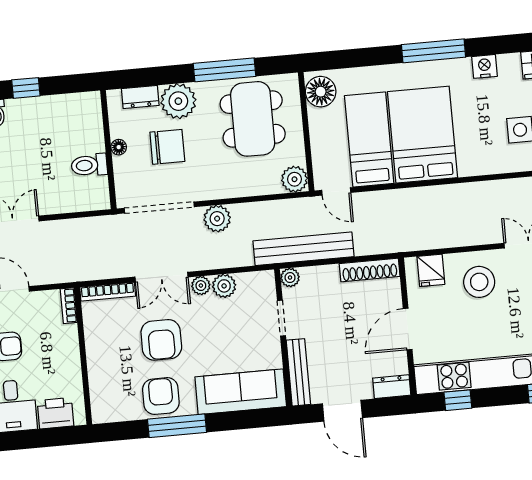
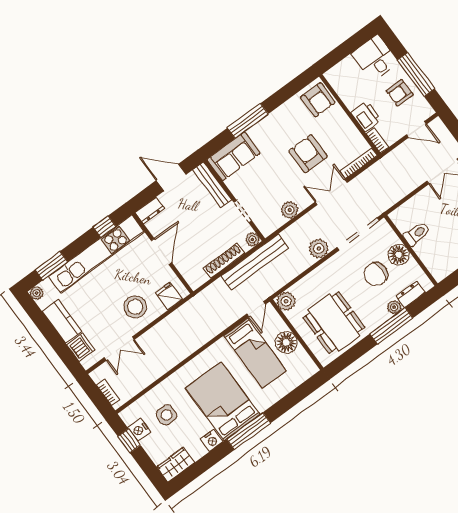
window: (224, 70) -> (391, 326), moved
floor lamp: (321, 92) -> (286, 342), moved
plant: (178, 101) -> (394, 307), width x0.53, depth x0.53
bed: (423, 135) -> (223, 401), moved, turned 180
floor lamp: (119, 147) -> (399, 255), width x1.89, depth x1.89
door: (336, 191) -> (256, 309), swing flipped
shoe rack: (370, 270) -> (224, 261), moved
plant: (201, 286) -> (304, 202), removed
sofa: (241, 392) -> (233, 156), width x0.73
armchair: (161, 396) -> (318, 100), moved
printer: (55, 413) -> (366, 116), moved, turned -90
window: (177, 426) -> (248, 121), moved

